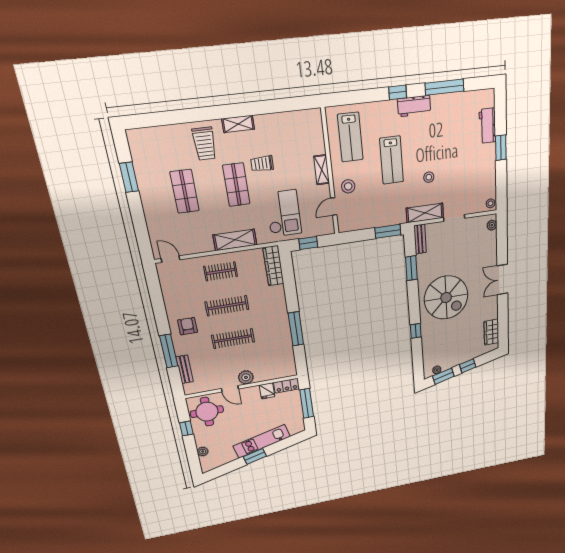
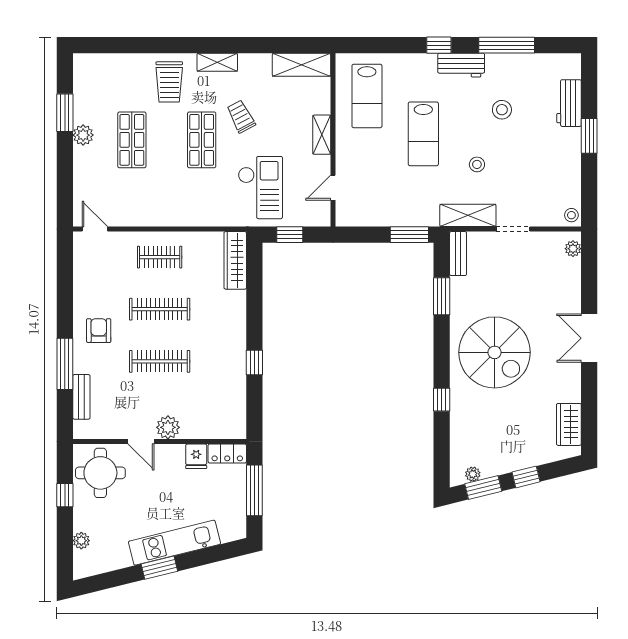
trolley: (262, 164) -> (241, 116), turned 62
stool: (348, 186) -> (502, 110), moved
plant: (147, 192) -> (83, 135), added
shelving: (235, 240) -> (302, 65), moved
window: (296, 329) -> (254, 363), width x0.46

